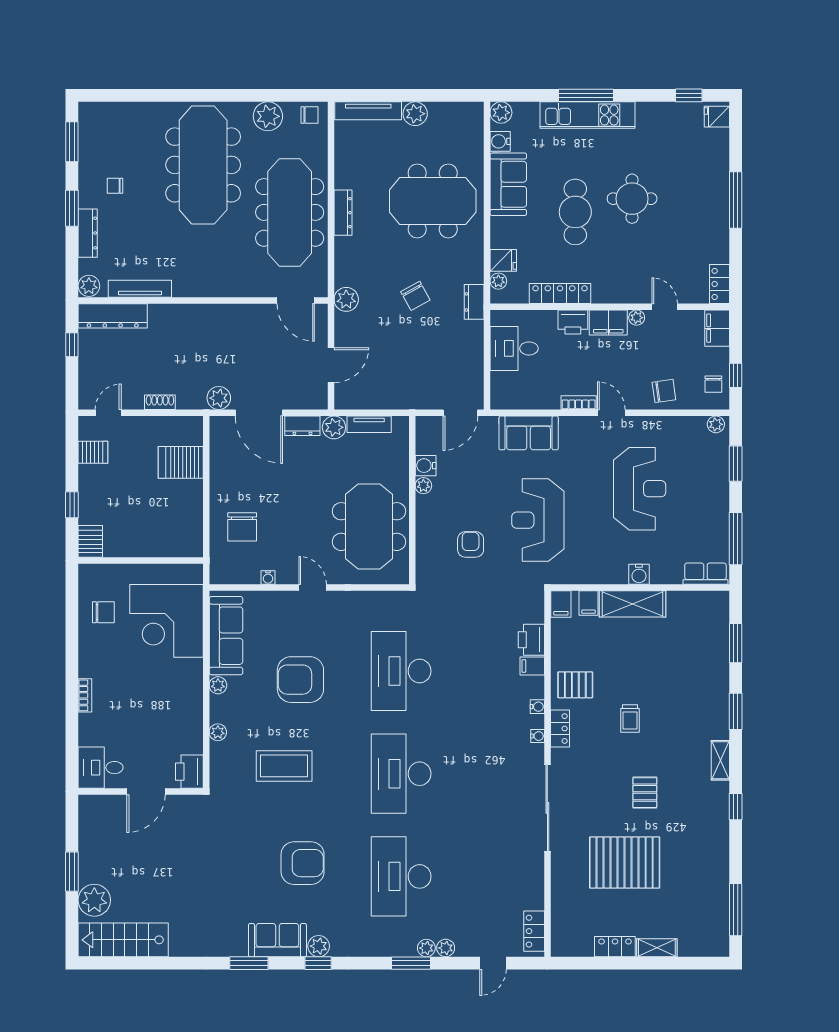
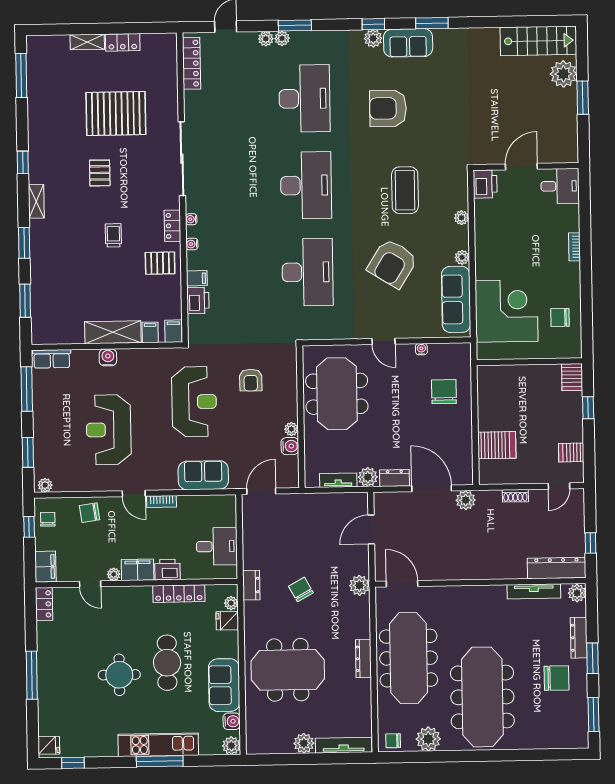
chair: (115, 186) -> (556, 678), width x1.87, depth x1.87
armchair: (300, 680) -> (392, 263), turned 122
coffee table: (284, 766) -> (405, 190), turned 90
locker: (534, 931) -> (191, 63), width x1.53

